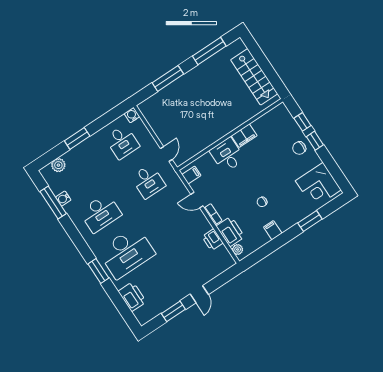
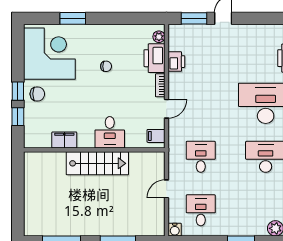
stairs: (254, 77) -> (97, 163), moved, turned 90
filing cabinet: (244, 136) -> (64, 140), moved
door: (166, 154) -> (167, 189), moved
corner desk: (318, 185) -> (49, 54), width x1.36, depth x1.36
door: (197, 200) -> (167, 109), hinge flipped
filing cabinet: (273, 230) -> (114, 33), removed
window: (173, 311) -> (194, 18), moved

